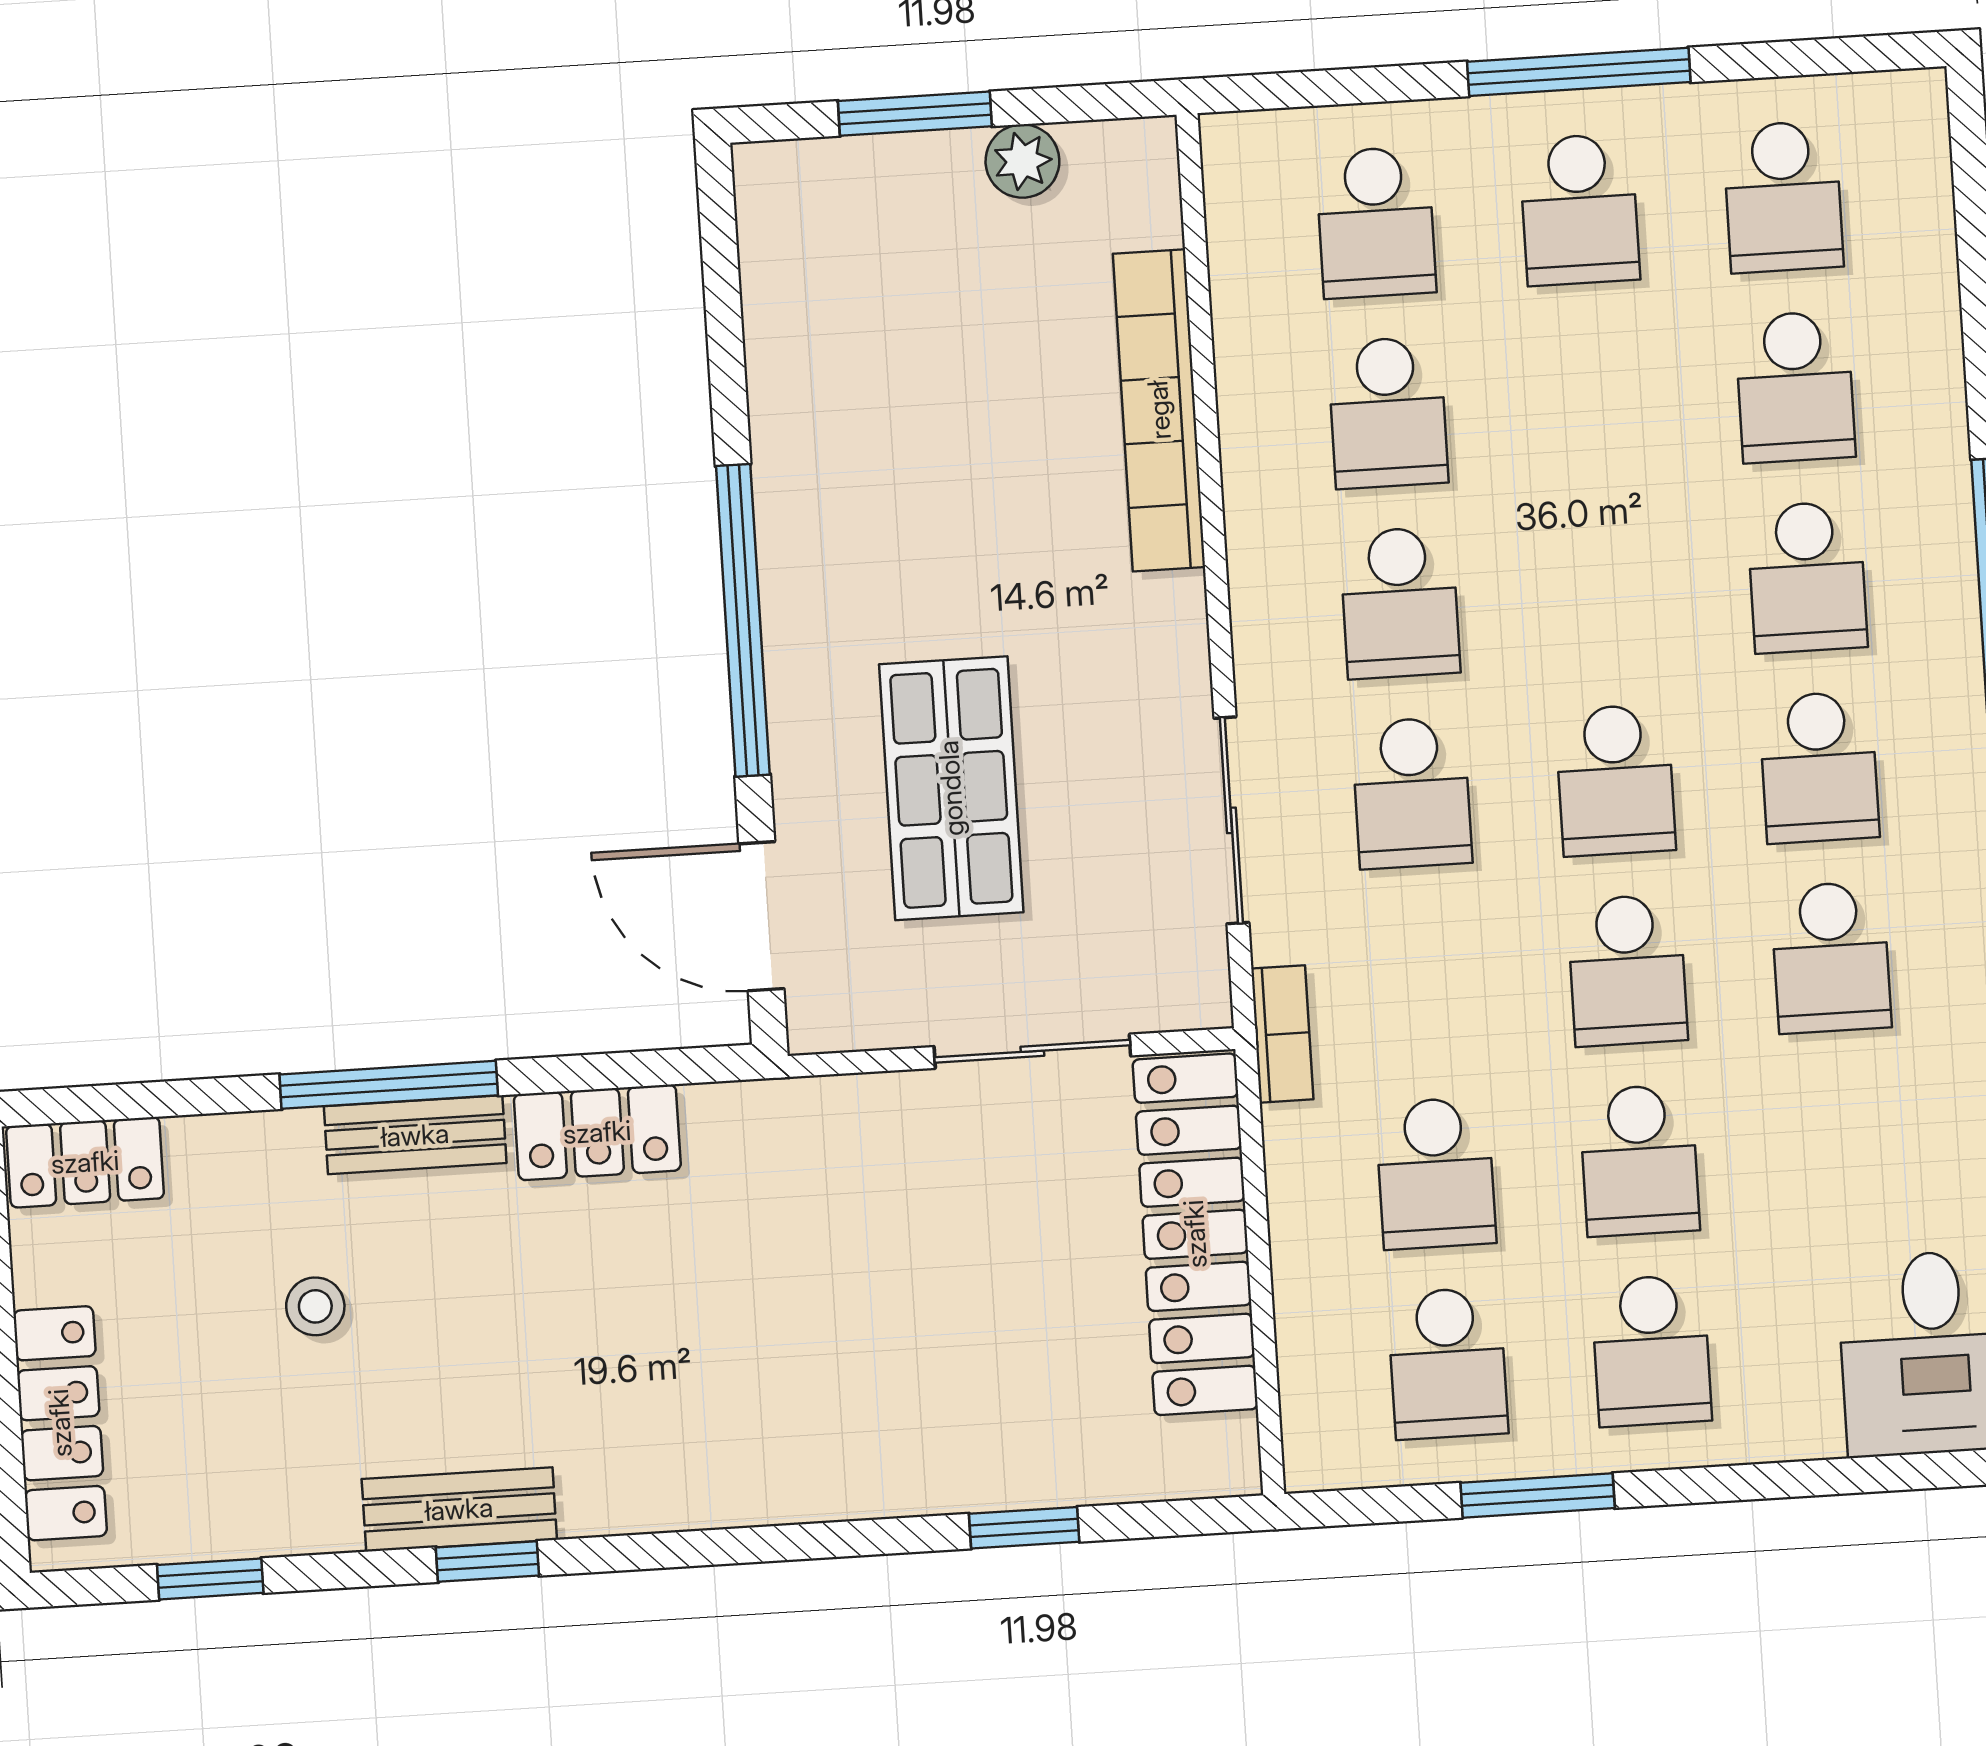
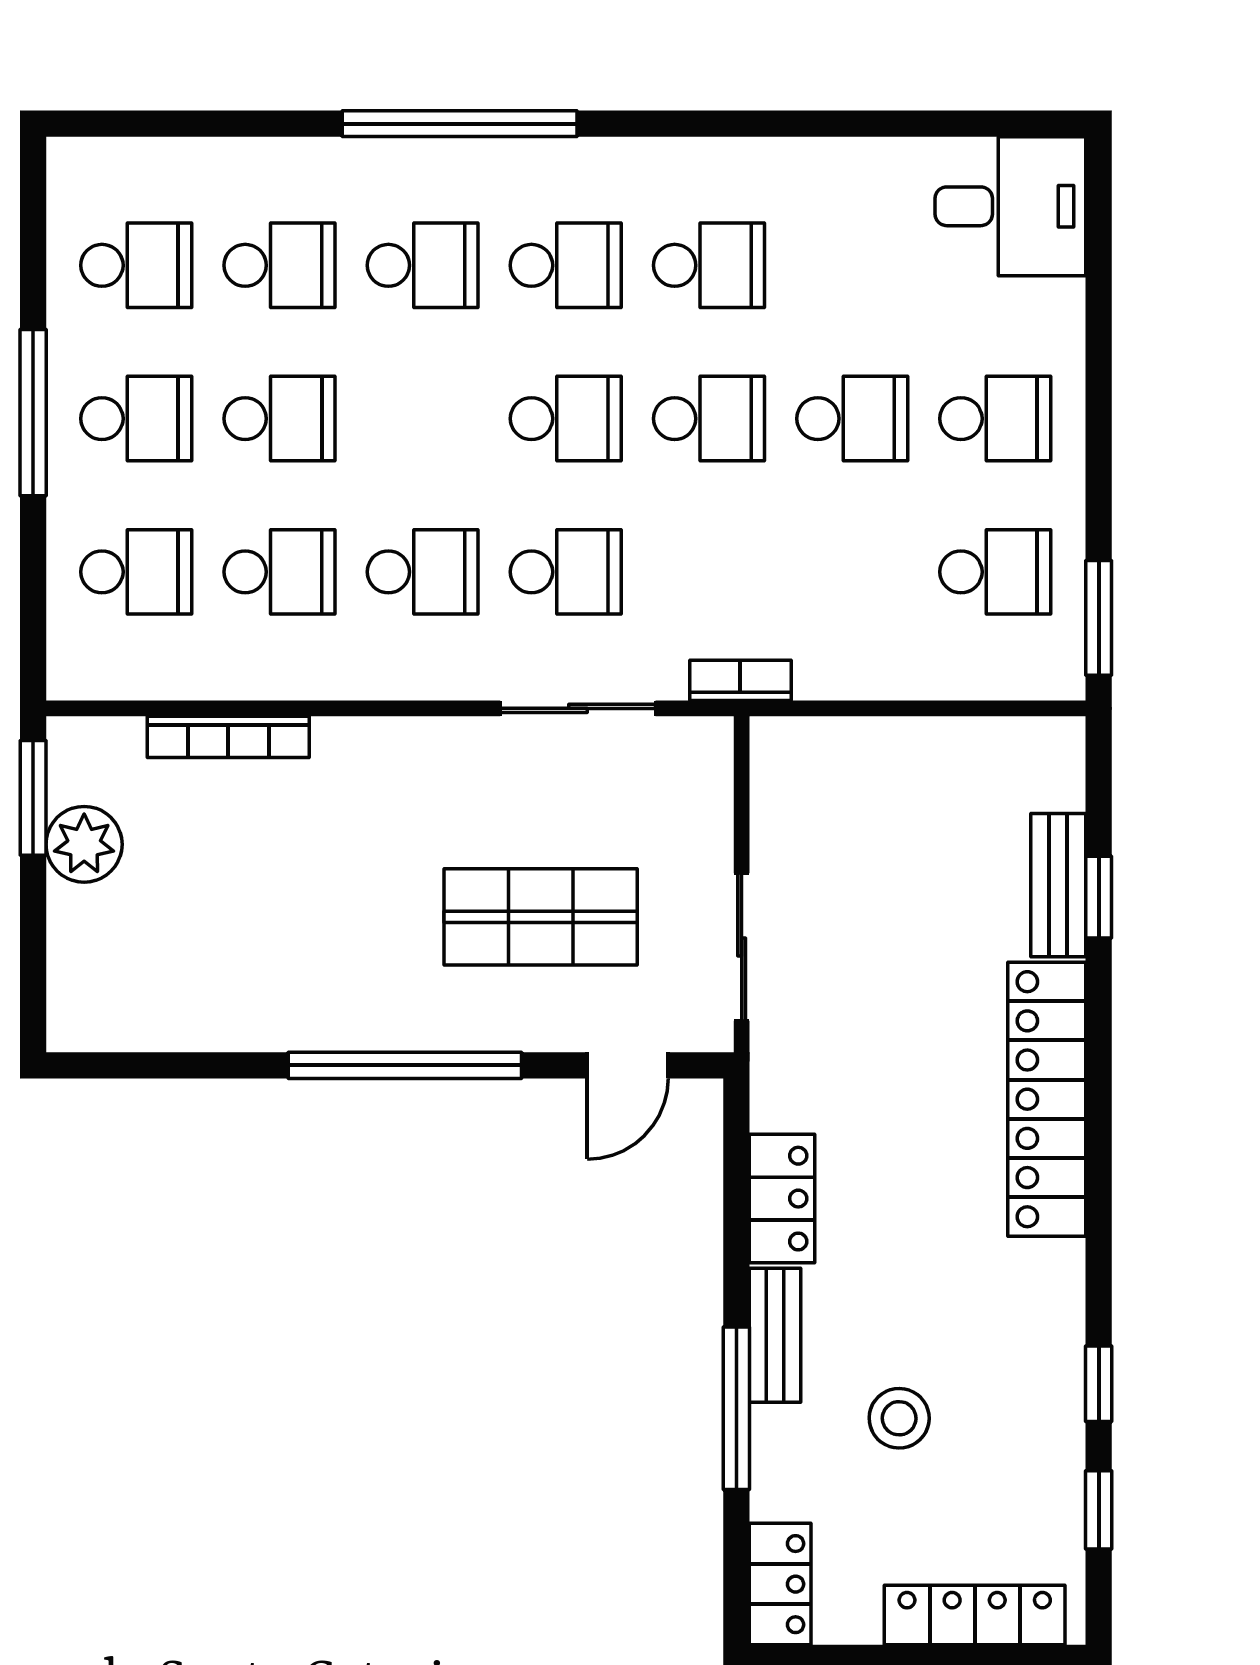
window: (915, 114) -> (33, 798), moved
plant: (1022, 161) -> (84, 844), width x1.38, depth x1.38
bookcase: (1159, 410) -> (228, 737), width x0.68, depth x0.76
door: (761, 916) -> (628, 1065), width x0.73
sliding door: (1032, 1051) -> (742, 947), moved
window: (389, 1085) -> (736, 1408), moved
school desk: (1436, 1173) -> (279, 419), moved
locker: (1195, 1234) -> (1047, 1099), moved, turned 90
stool: (315, 1306) -> (899, 1418), width x1.37, depth x1.37
window: (1538, 1495) -> (1099, 618), moved
bench: (459, 1509) -> (1058, 885), moved
window: (487, 1562) -> (1099, 1384), moved

